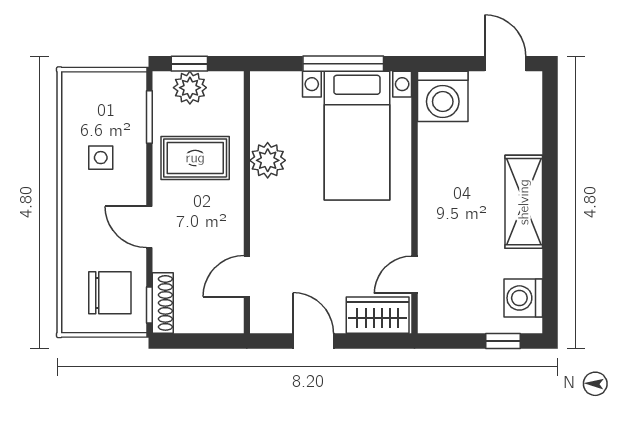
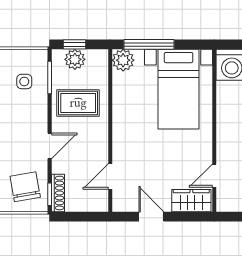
window: (343, 64) -> (149, 44), moved
side table: (101, 158) -> (24, 81), moved
plant: (268, 160) -> (123, 60), moved
door: (149, 227) -> (50, 146), swing flipped
chair: (110, 293) -> (25, 187), turned -100

